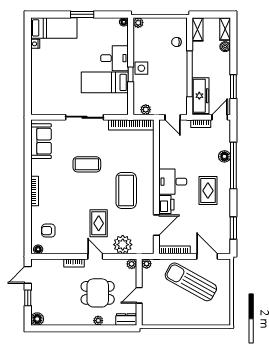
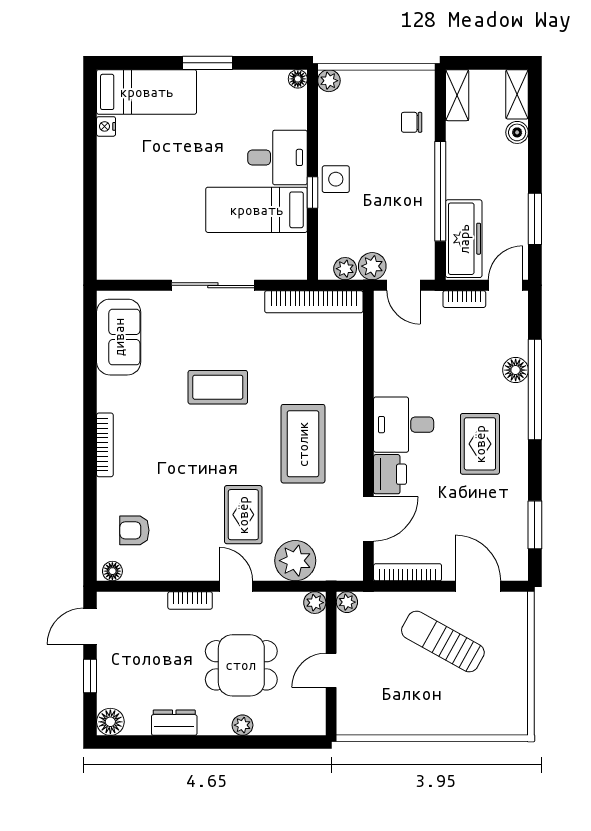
plant: (158, 108) -> (372, 266), added
sun lounger: (191, 282) -> (443, 642), width x0.73, depth x0.75
dresser: (126, 319) -> (174, 723), moved

